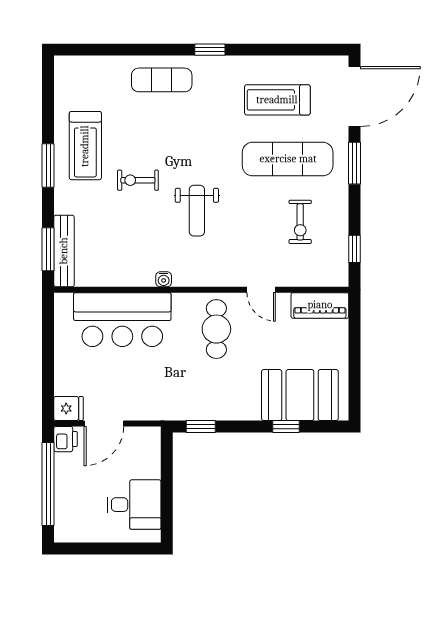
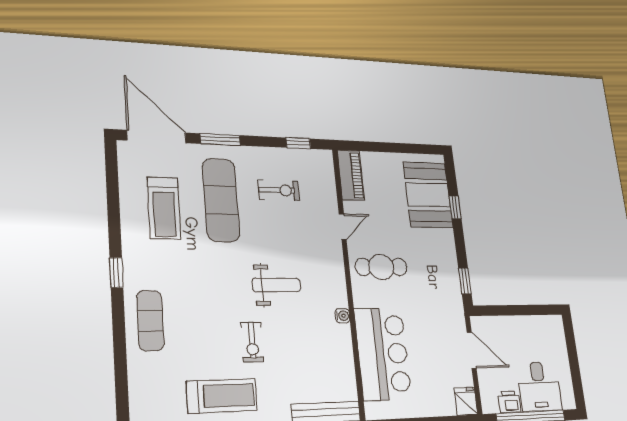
door: (104, 424) -> (472, 350), moved
printer: (66, 439) -> (509, 402), moved
desk: (134, 505) -> (539, 386), moved, turned 180

